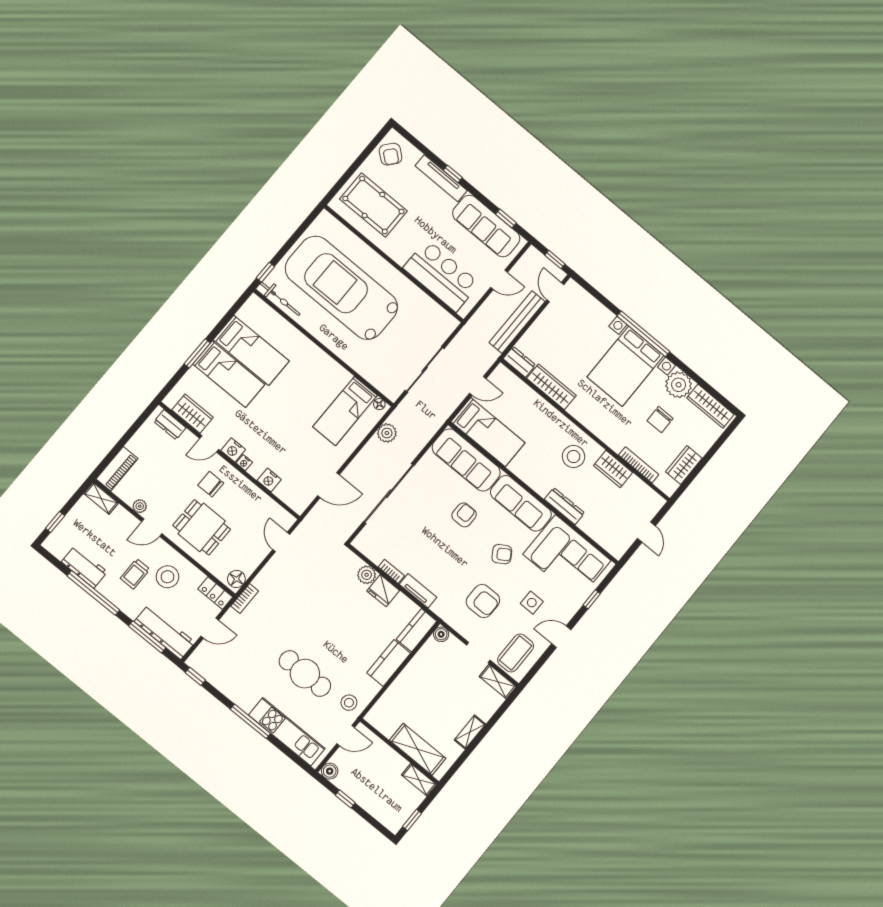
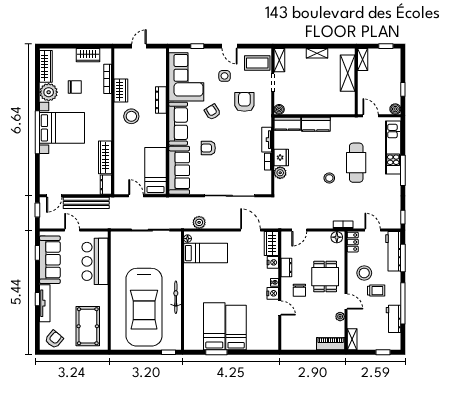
bicycle: (280, 299) -> (176, 297), moved
window: (197, 353) -> (216, 352), moved
wardrobe: (192, 414) -> (271, 244), moved
dresser: (170, 425) -> (286, 268), moved
stool: (349, 703) -> (329, 178), moved

